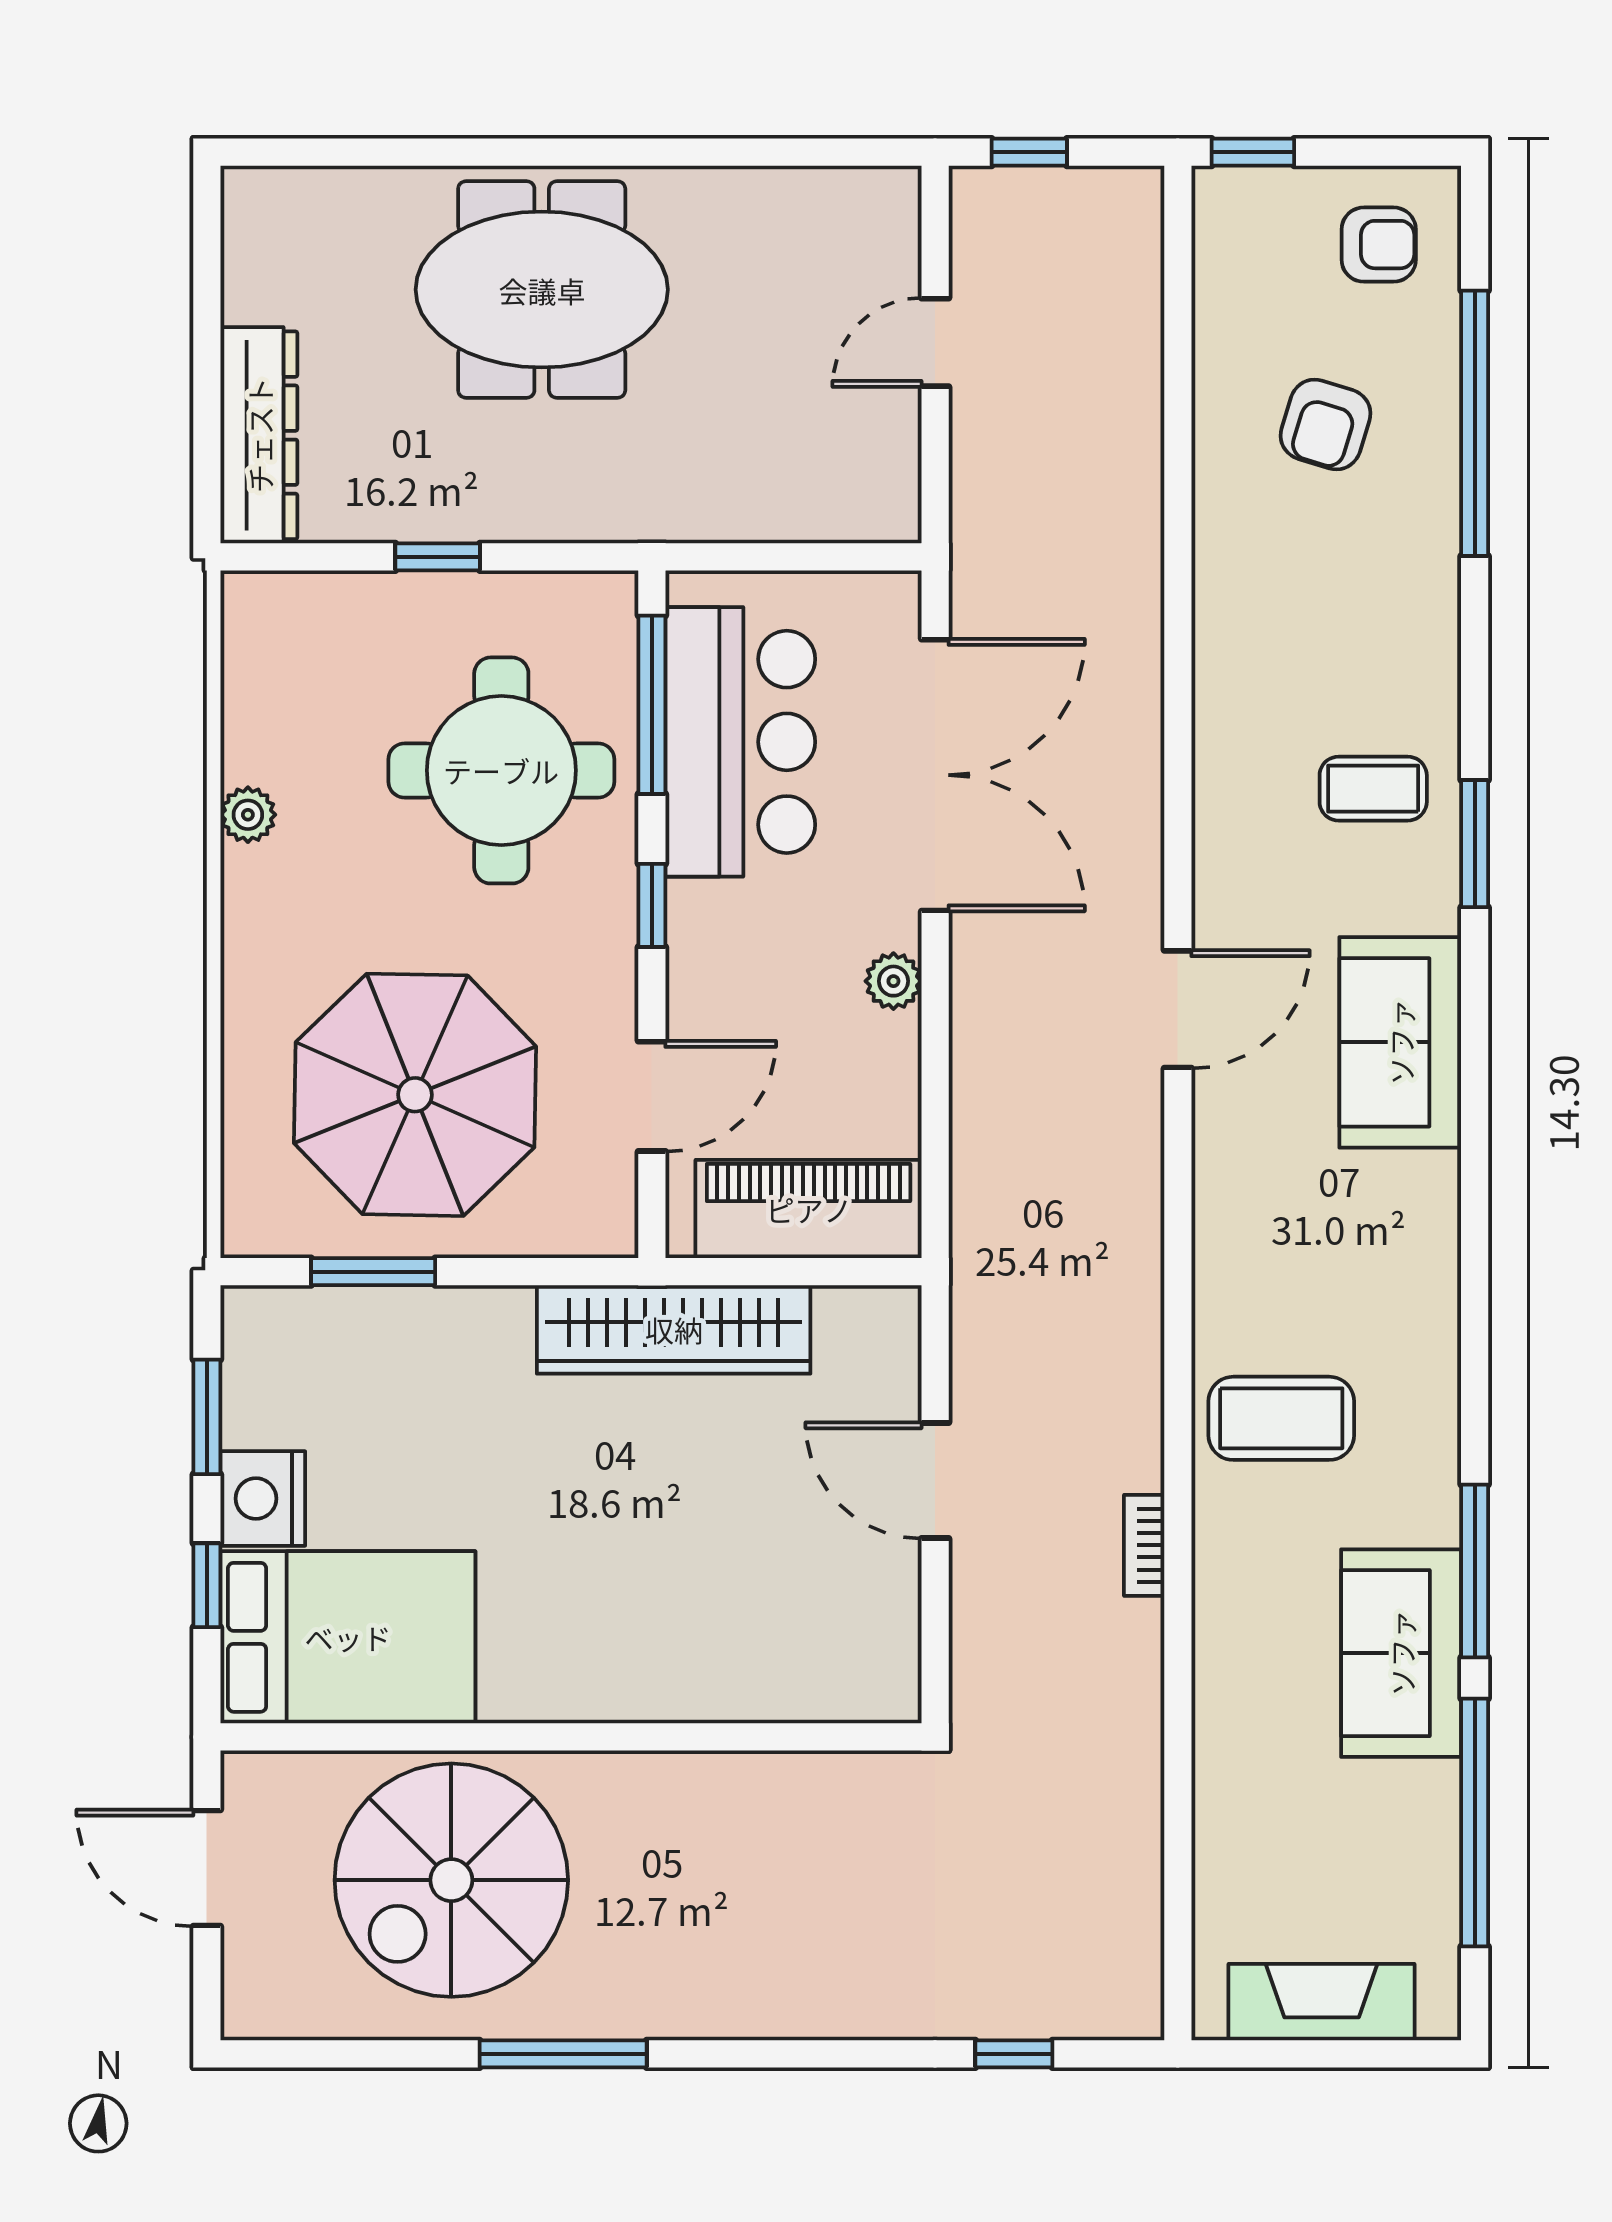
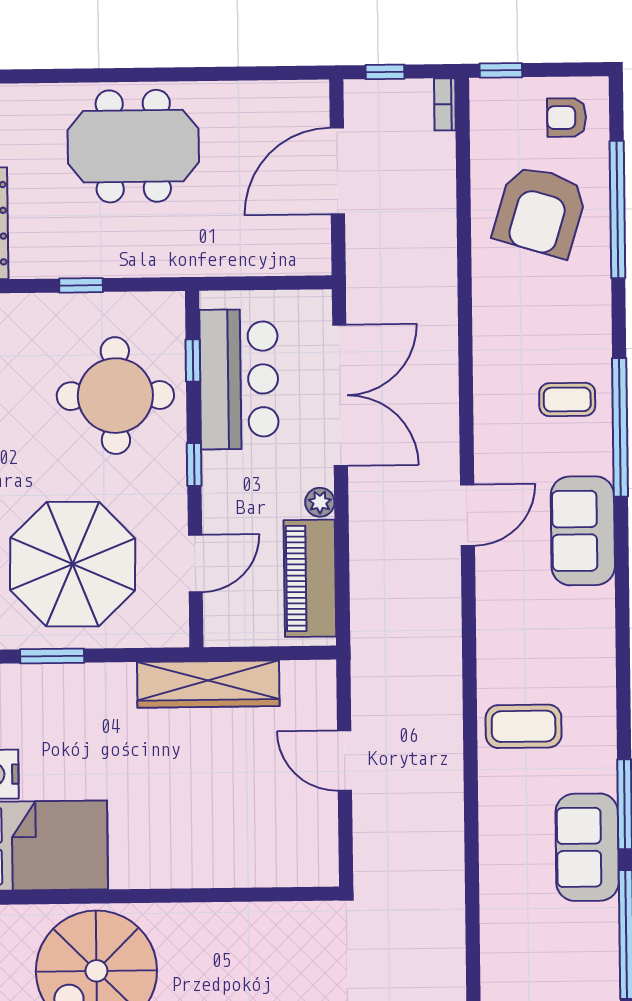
armchair: (1379, 245) -> (567, 118), turned 180
door: (935, 342) -> (337, 171), width x1.87
armchair: (1325, 425) -> (540, 211), width x1.88, depth x1.88
window: (652, 705) -> (193, 361), width x0.46
window: (1475, 844) -> (620, 427), width x2.11
piano: (809, 1209) -> (310, 578), moved, turned -90
bookcase: (1144, 1545) -> (445, 104), moved

